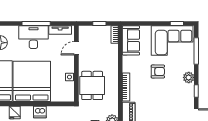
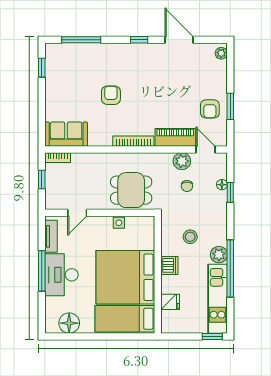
corner sofa: (172, 41) -> (66, 75), removed
door: (76, 48) -> (77, 213), hinge flipped
plant: (189, 77) -> (120, 51), removed

